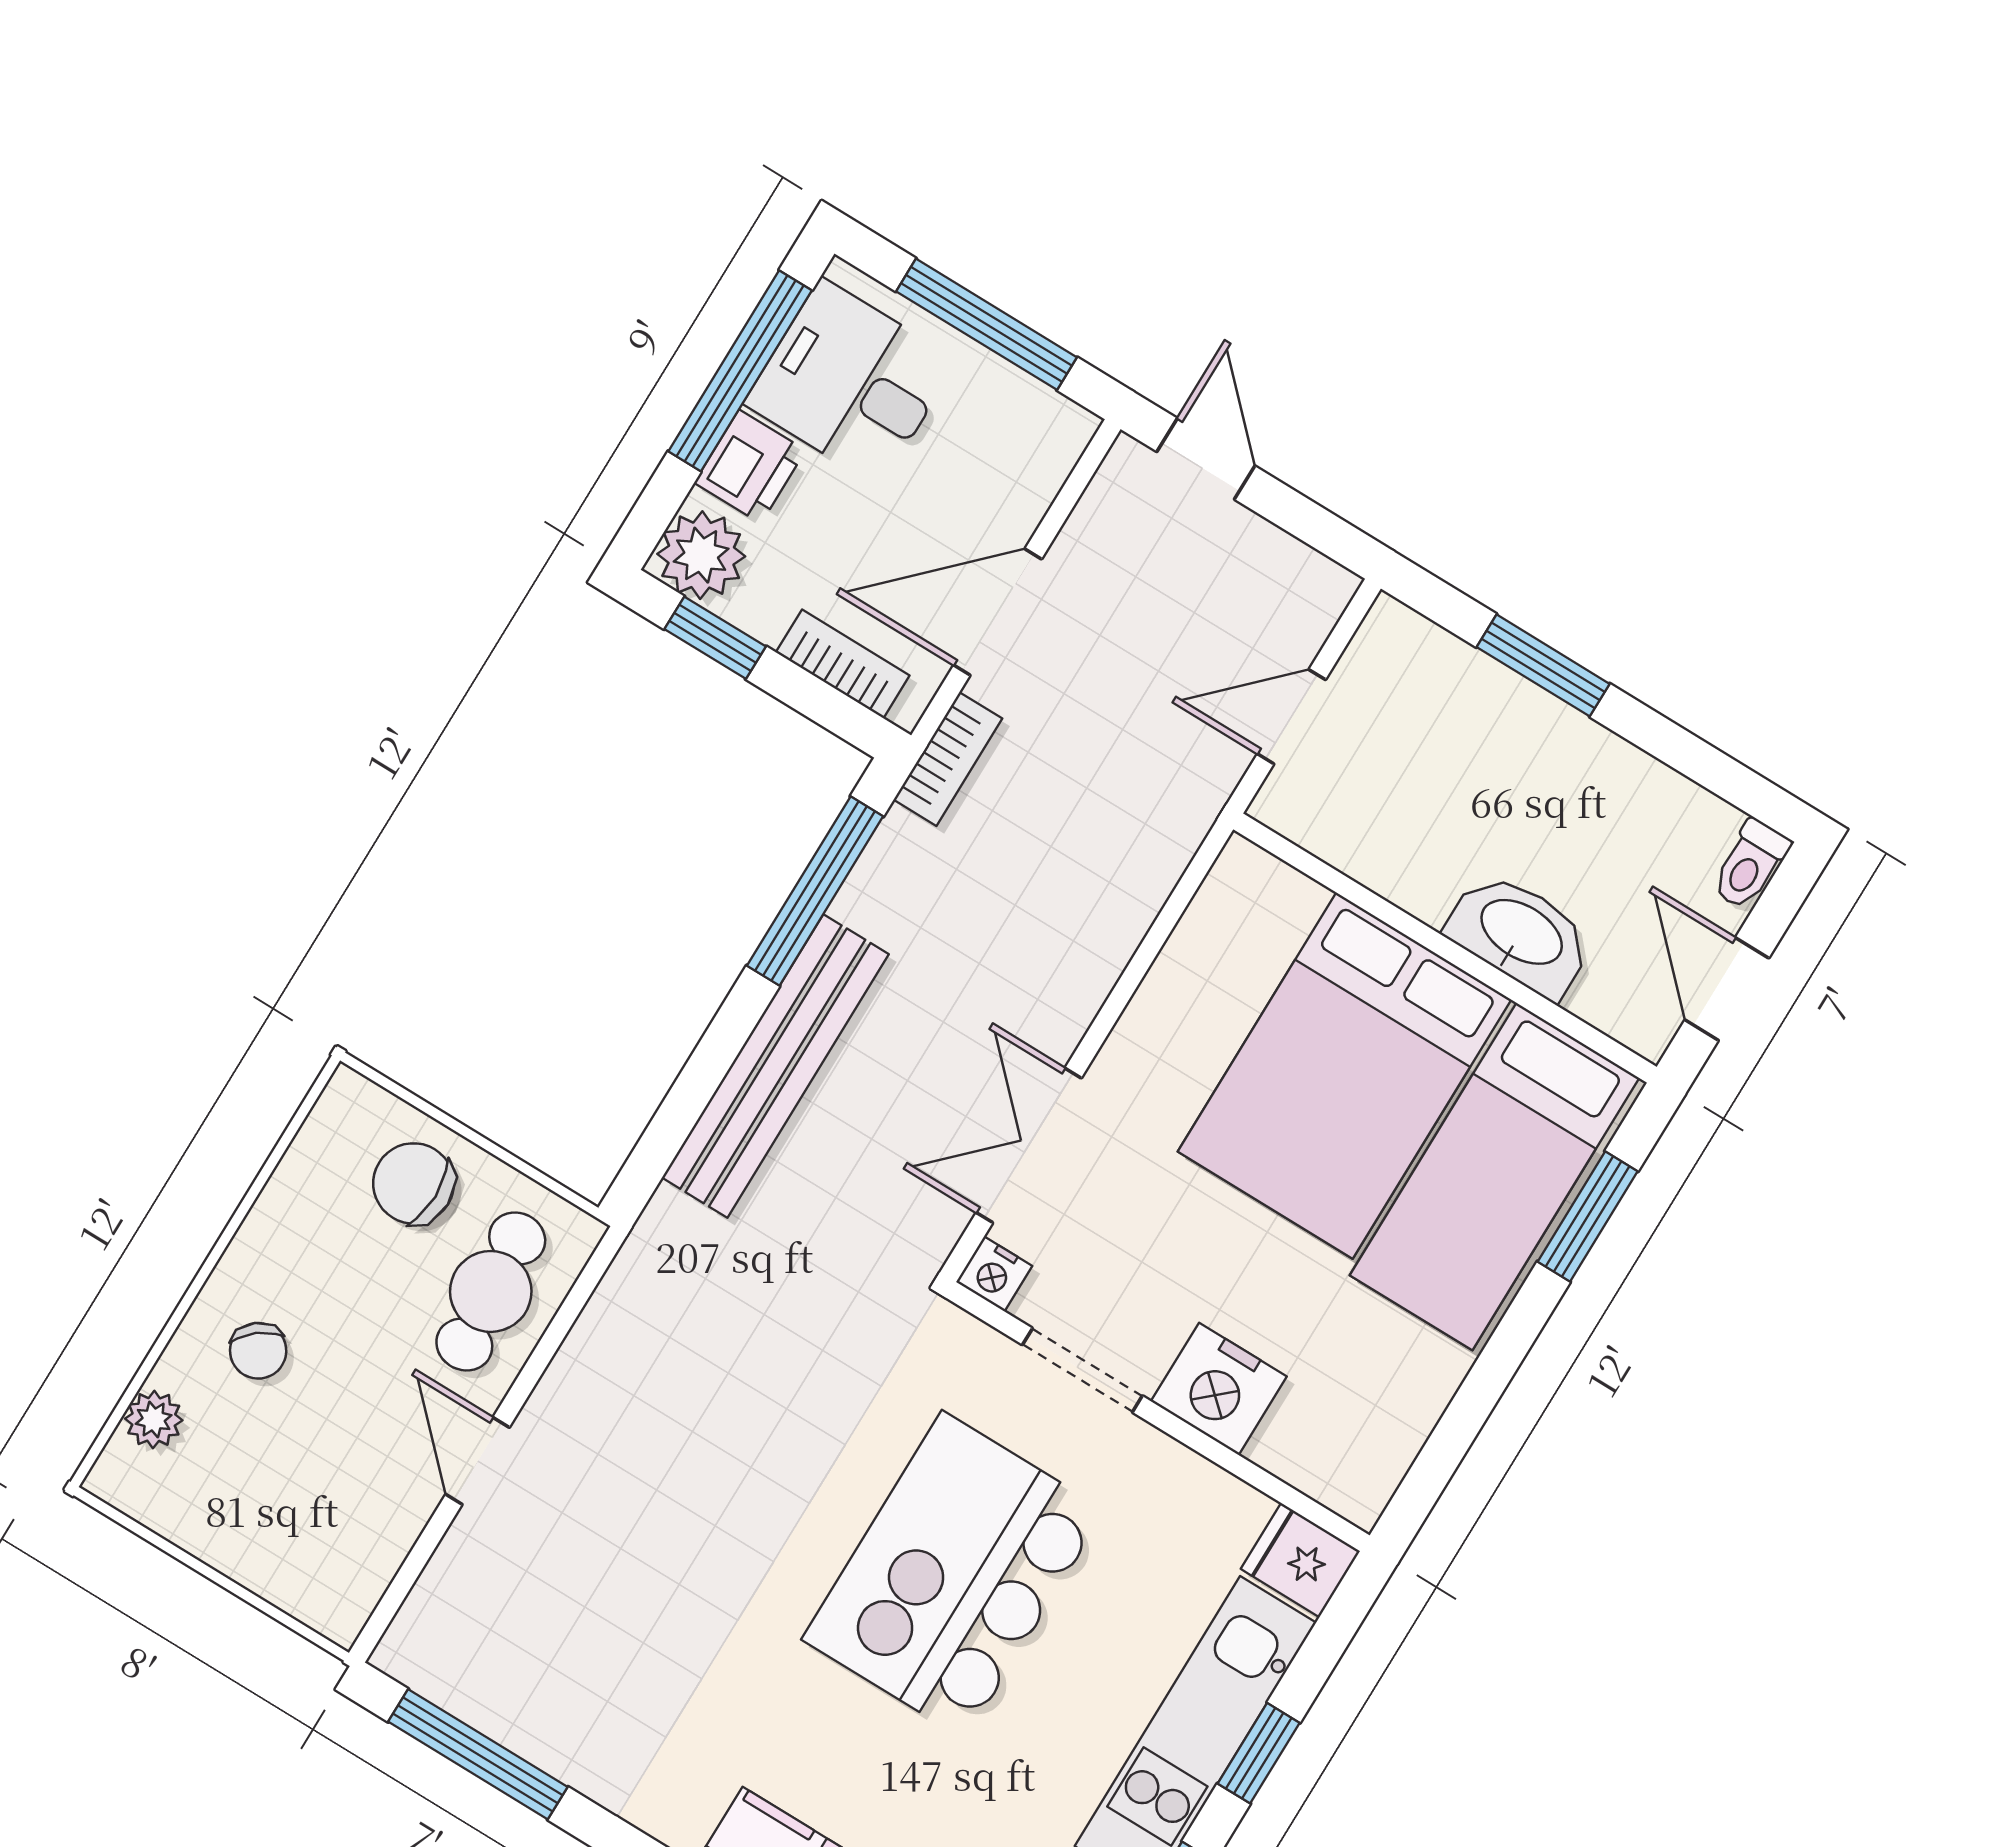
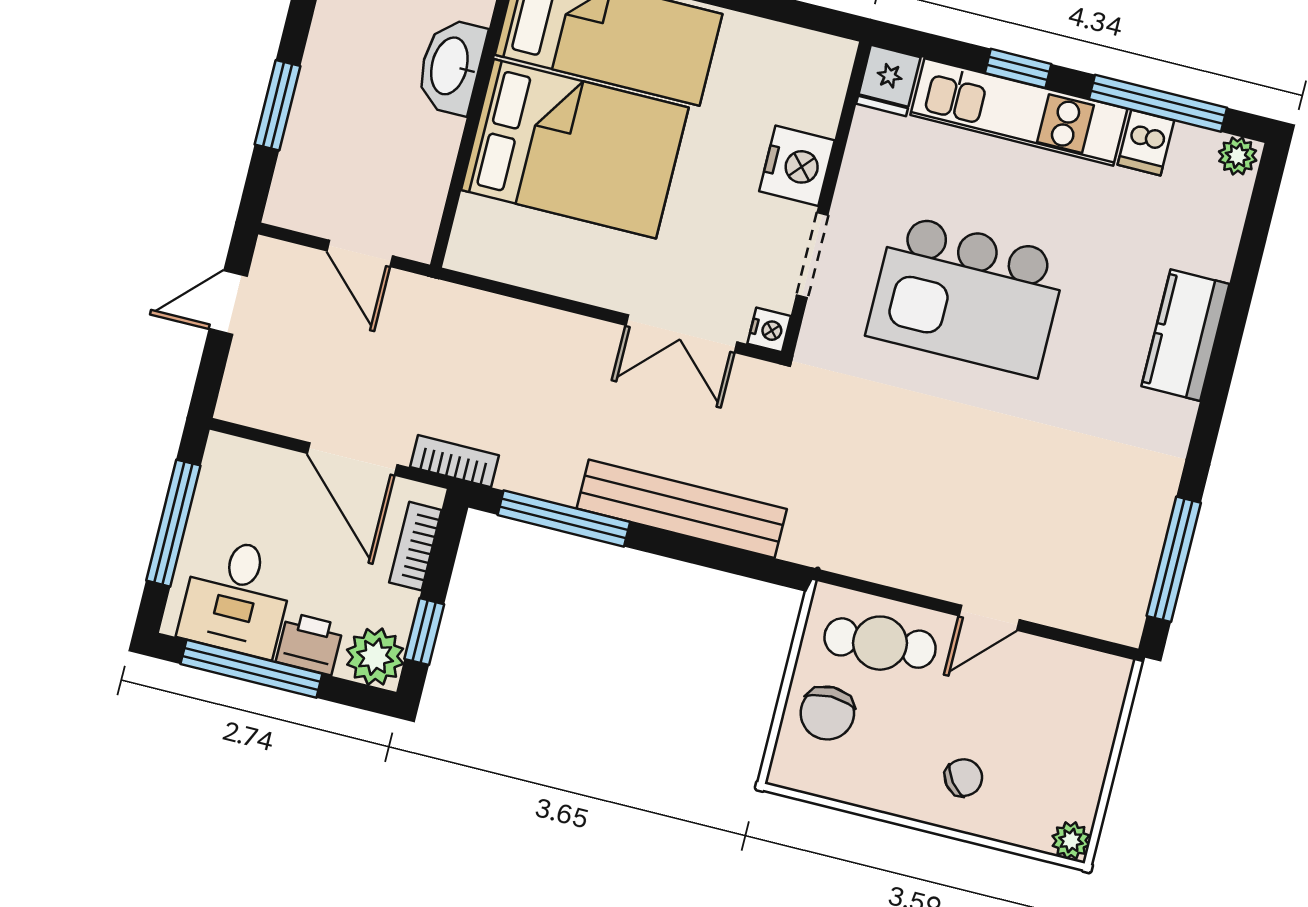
door: (1206, 459) -> (228, 303), moved
plant: (154, 1420) -> (1071, 841), moved

